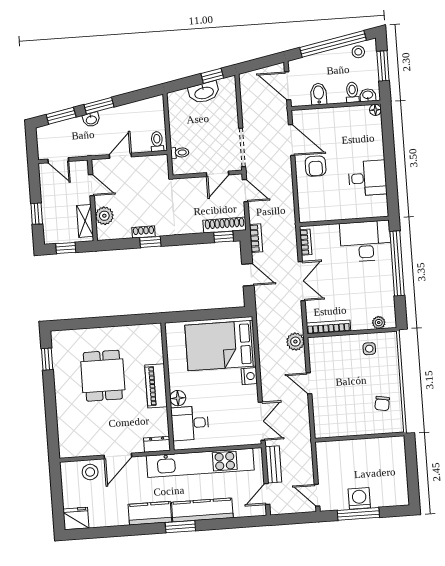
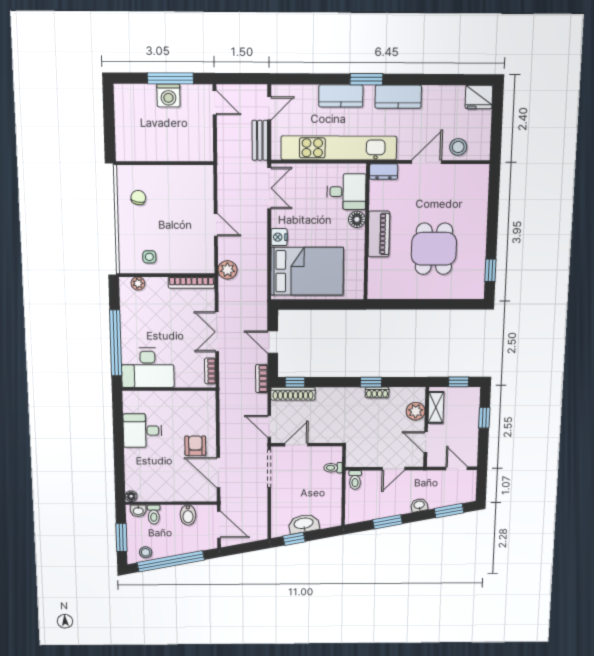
window: (99, 106) -> (387, 522), moved
double door: (262, 421) -> (269, 188), swing flipped
kitchen counter: (202, 510) -> (341, 96), width x0.67

